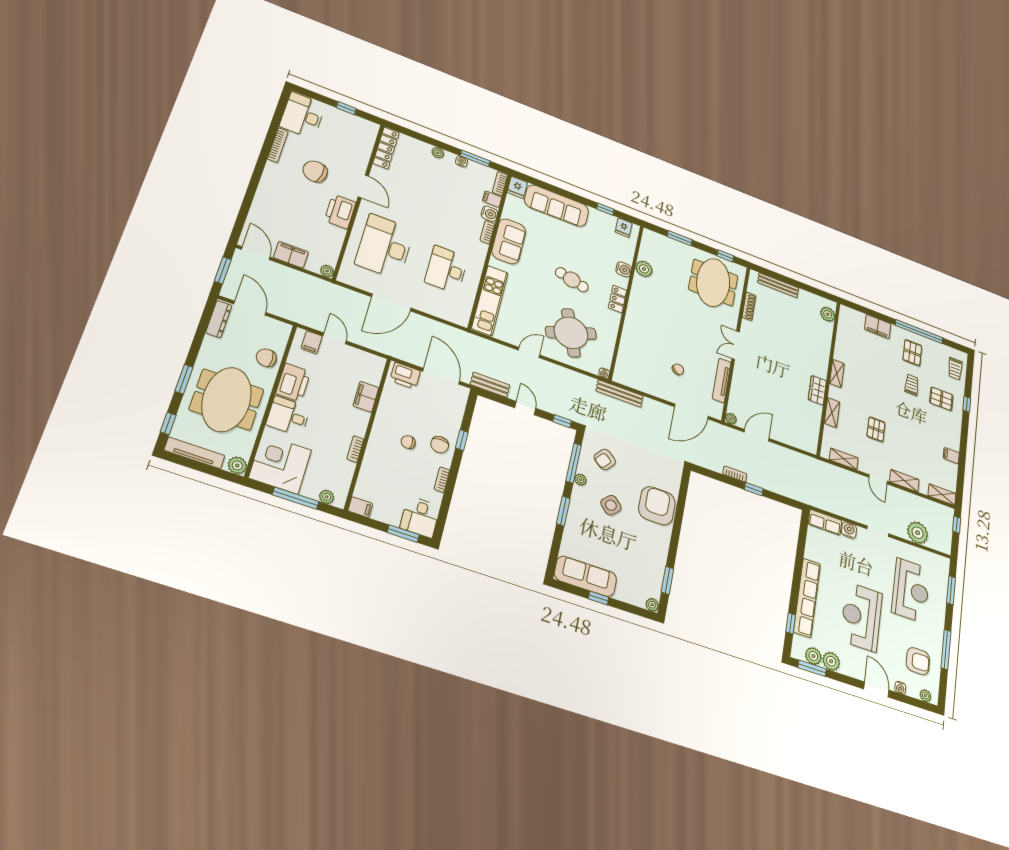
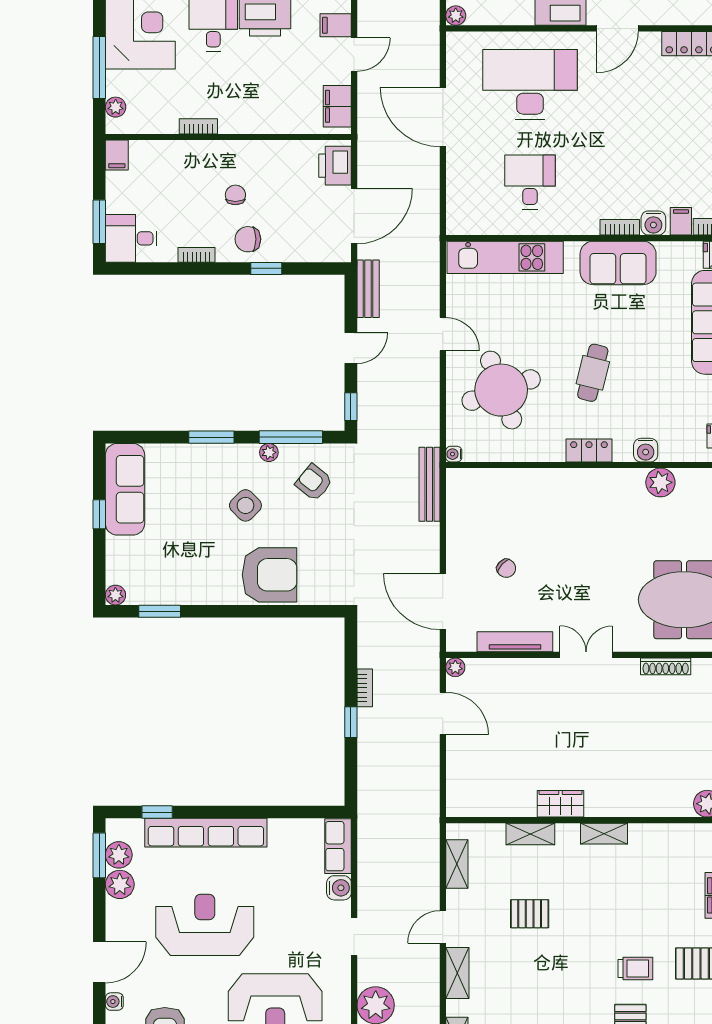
desk: (446, 270) -> (530, 182), width x0.73
filing cabinet: (366, 397) -> (337, 106), moved, turned -90

